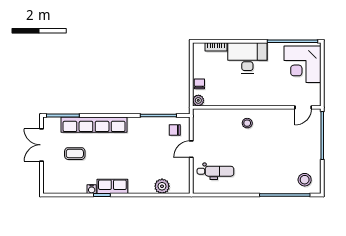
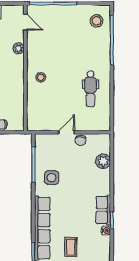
plant: (198, 100) -> (19, 48), moved
chair: (175, 130) -> (81, 140), moved
side table: (145, 134) -> (52, 178), added
door: (191, 149) -> (66, 132), swing flipped
dental chair: (215, 171) -> (90, 89), moved, turned 180

